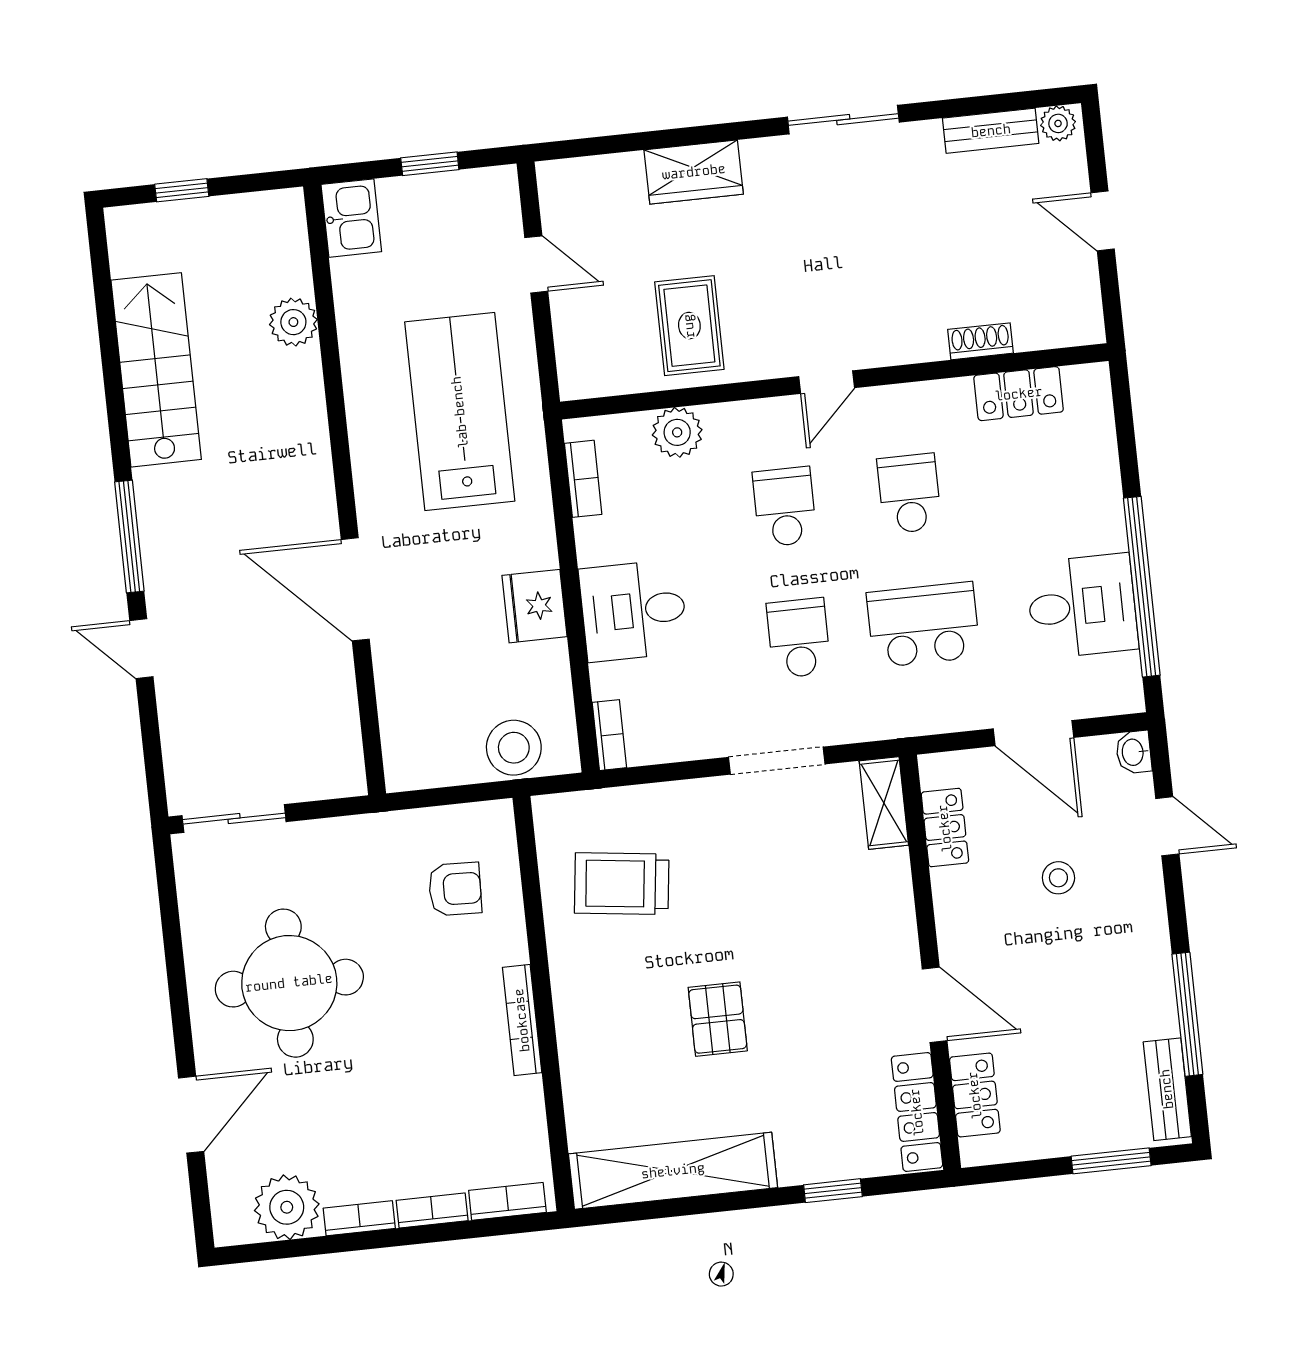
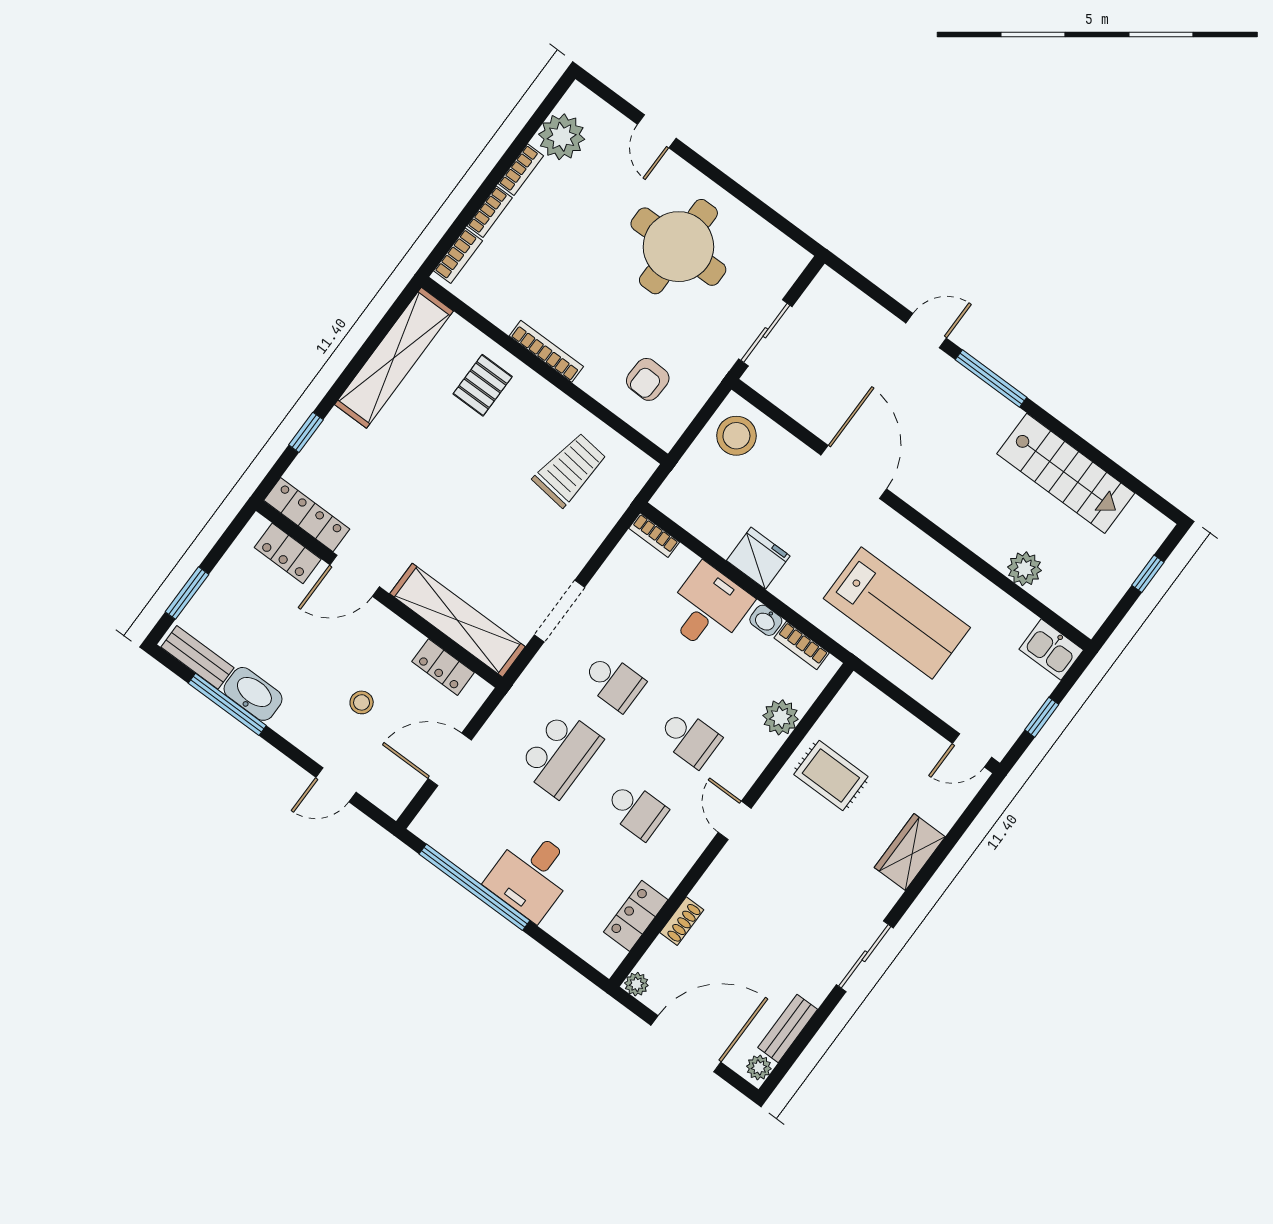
door: (1103, 221) -> (686, 1044), width x1.87
door: (536, 264) -> (972, 750), moved
plant: (1088, 328) -> (636, 984), added
washbasin: (591, 539) -> (766, 620), added
door: (355, 589) -> (854, 472), hinge flipped
desk: (1082, 606) -> (532, 875), moved
stool: (514, 748) -> (736, 436), moved
washbasin: (1134, 752) -> (253, 694), moved, width x1.91, depth x1.45
shelving: (884, 803) -> (457, 620), width x2.20, depth x1.33
sliding door: (234, 819) -> (765, 333), moved
pallet: (718, 1019) -> (483, 385), moved, turned 90
door: (191, 1115) -> (657, 131), width x0.73

